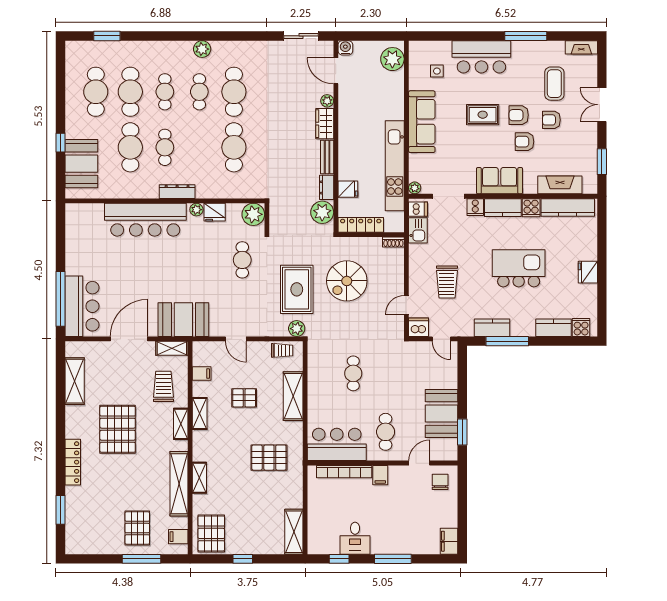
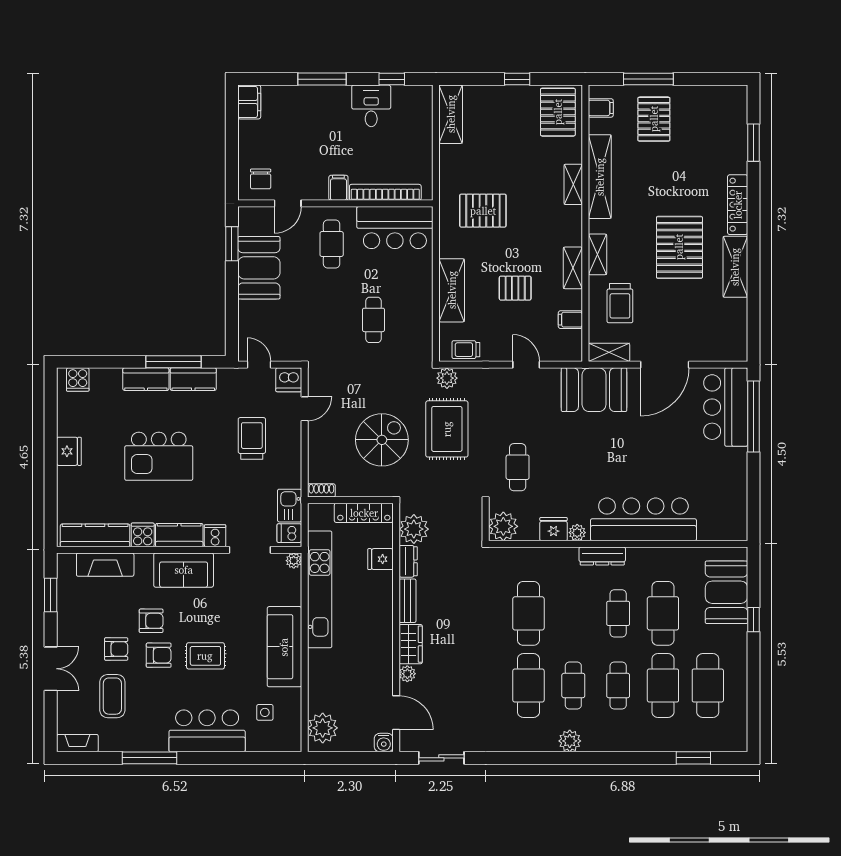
kitchen counter: (554, 328) -> (146, 379), moved
shelving: (75, 381) -> (735, 267), moved

